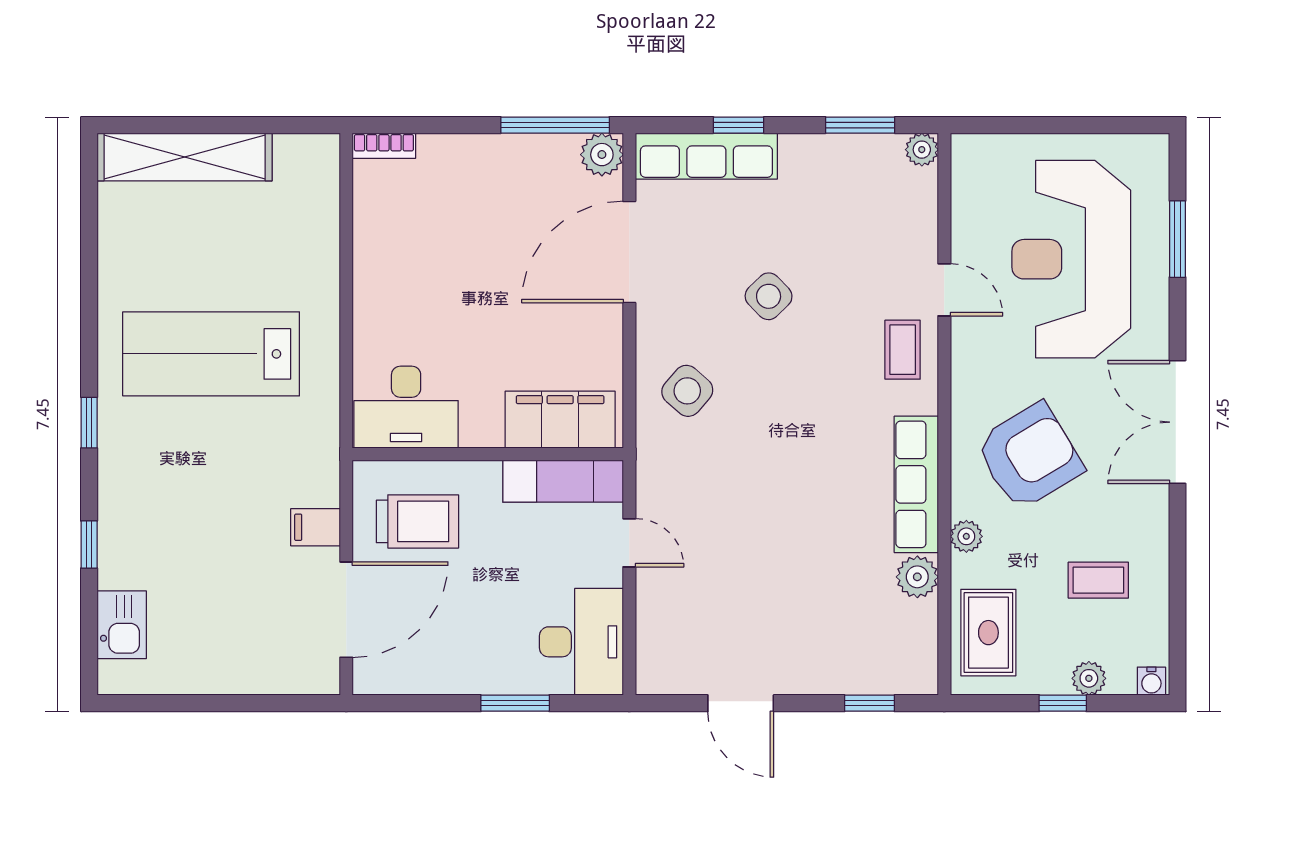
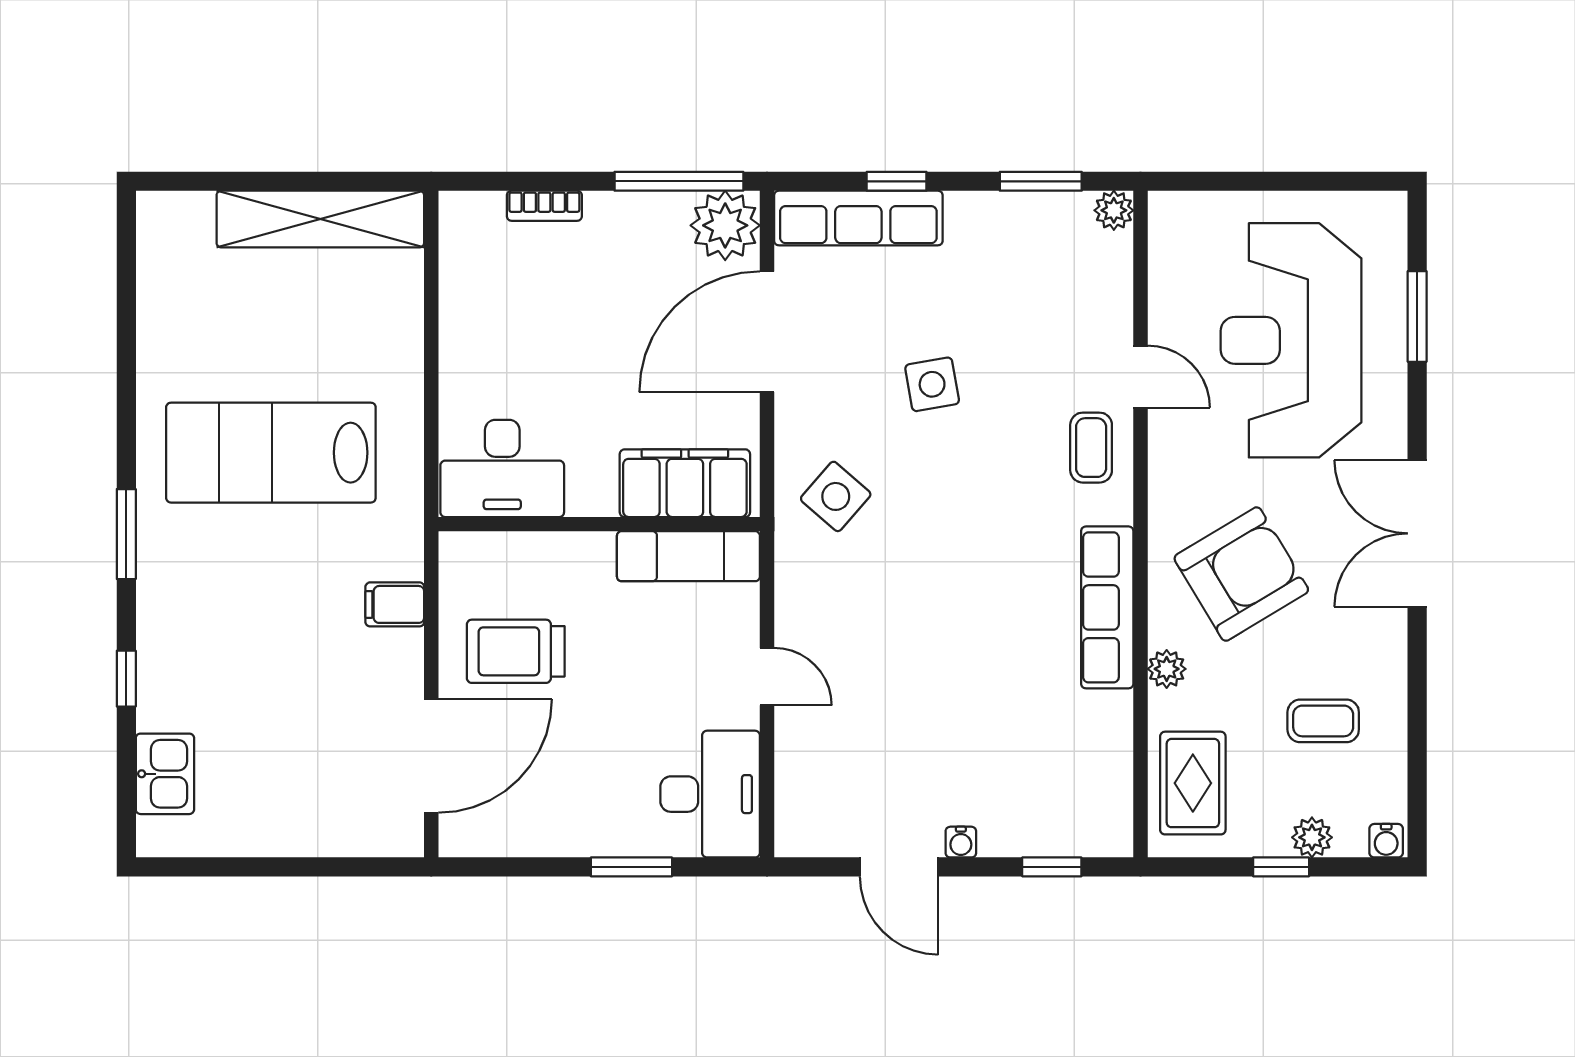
bookcase: (384, 146) -> (544, 206), moved
plant: (602, 155) -> (725, 225), width x1.36, depth x1.36
shelving: (185, 157) -> (320, 219), moved
side table: (769, 296) -> (932, 384), turned 34
desk: (406, 407) -> (502, 468), moved
filing cabinet: (560, 420) -> (685, 483), moved
window: (89, 423) -> (126, 534), width x1.50
wall: (488, 454) -> (599, 524), moved
exam couch: (563, 481) -> (688, 556), moved
trolley: (417, 521) -> (516, 651), turned 180
filing cabinet: (316, 527) -> (395, 604), moved
plant: (917, 577) -> (1108, 717), removed
water cooler: (793, 682) -> (961, 842), added

